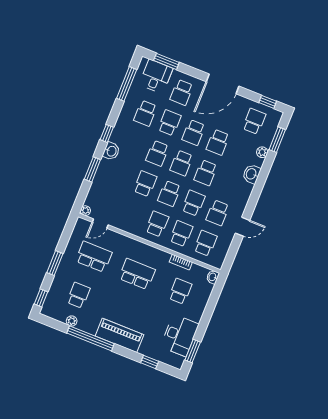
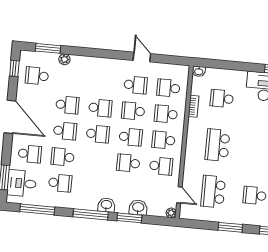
window: (107, 133) -> (91, 214), width x2.17
school desk: (157, 153) -> (161, 166), moved
washbasin: (252, 174) -> (138, 207), moved, turned 180

